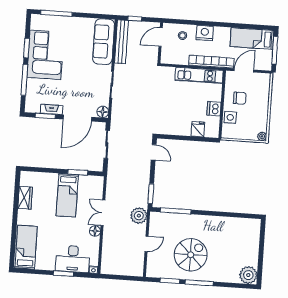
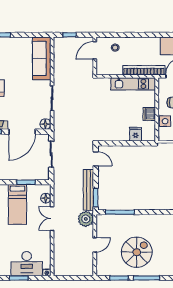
nightstand: (205, 33) -> (136, 44), removed
bench: (121, 42) -> (88, 190), moved
floor lamp: (95, 231) -> (46, 198), moved

